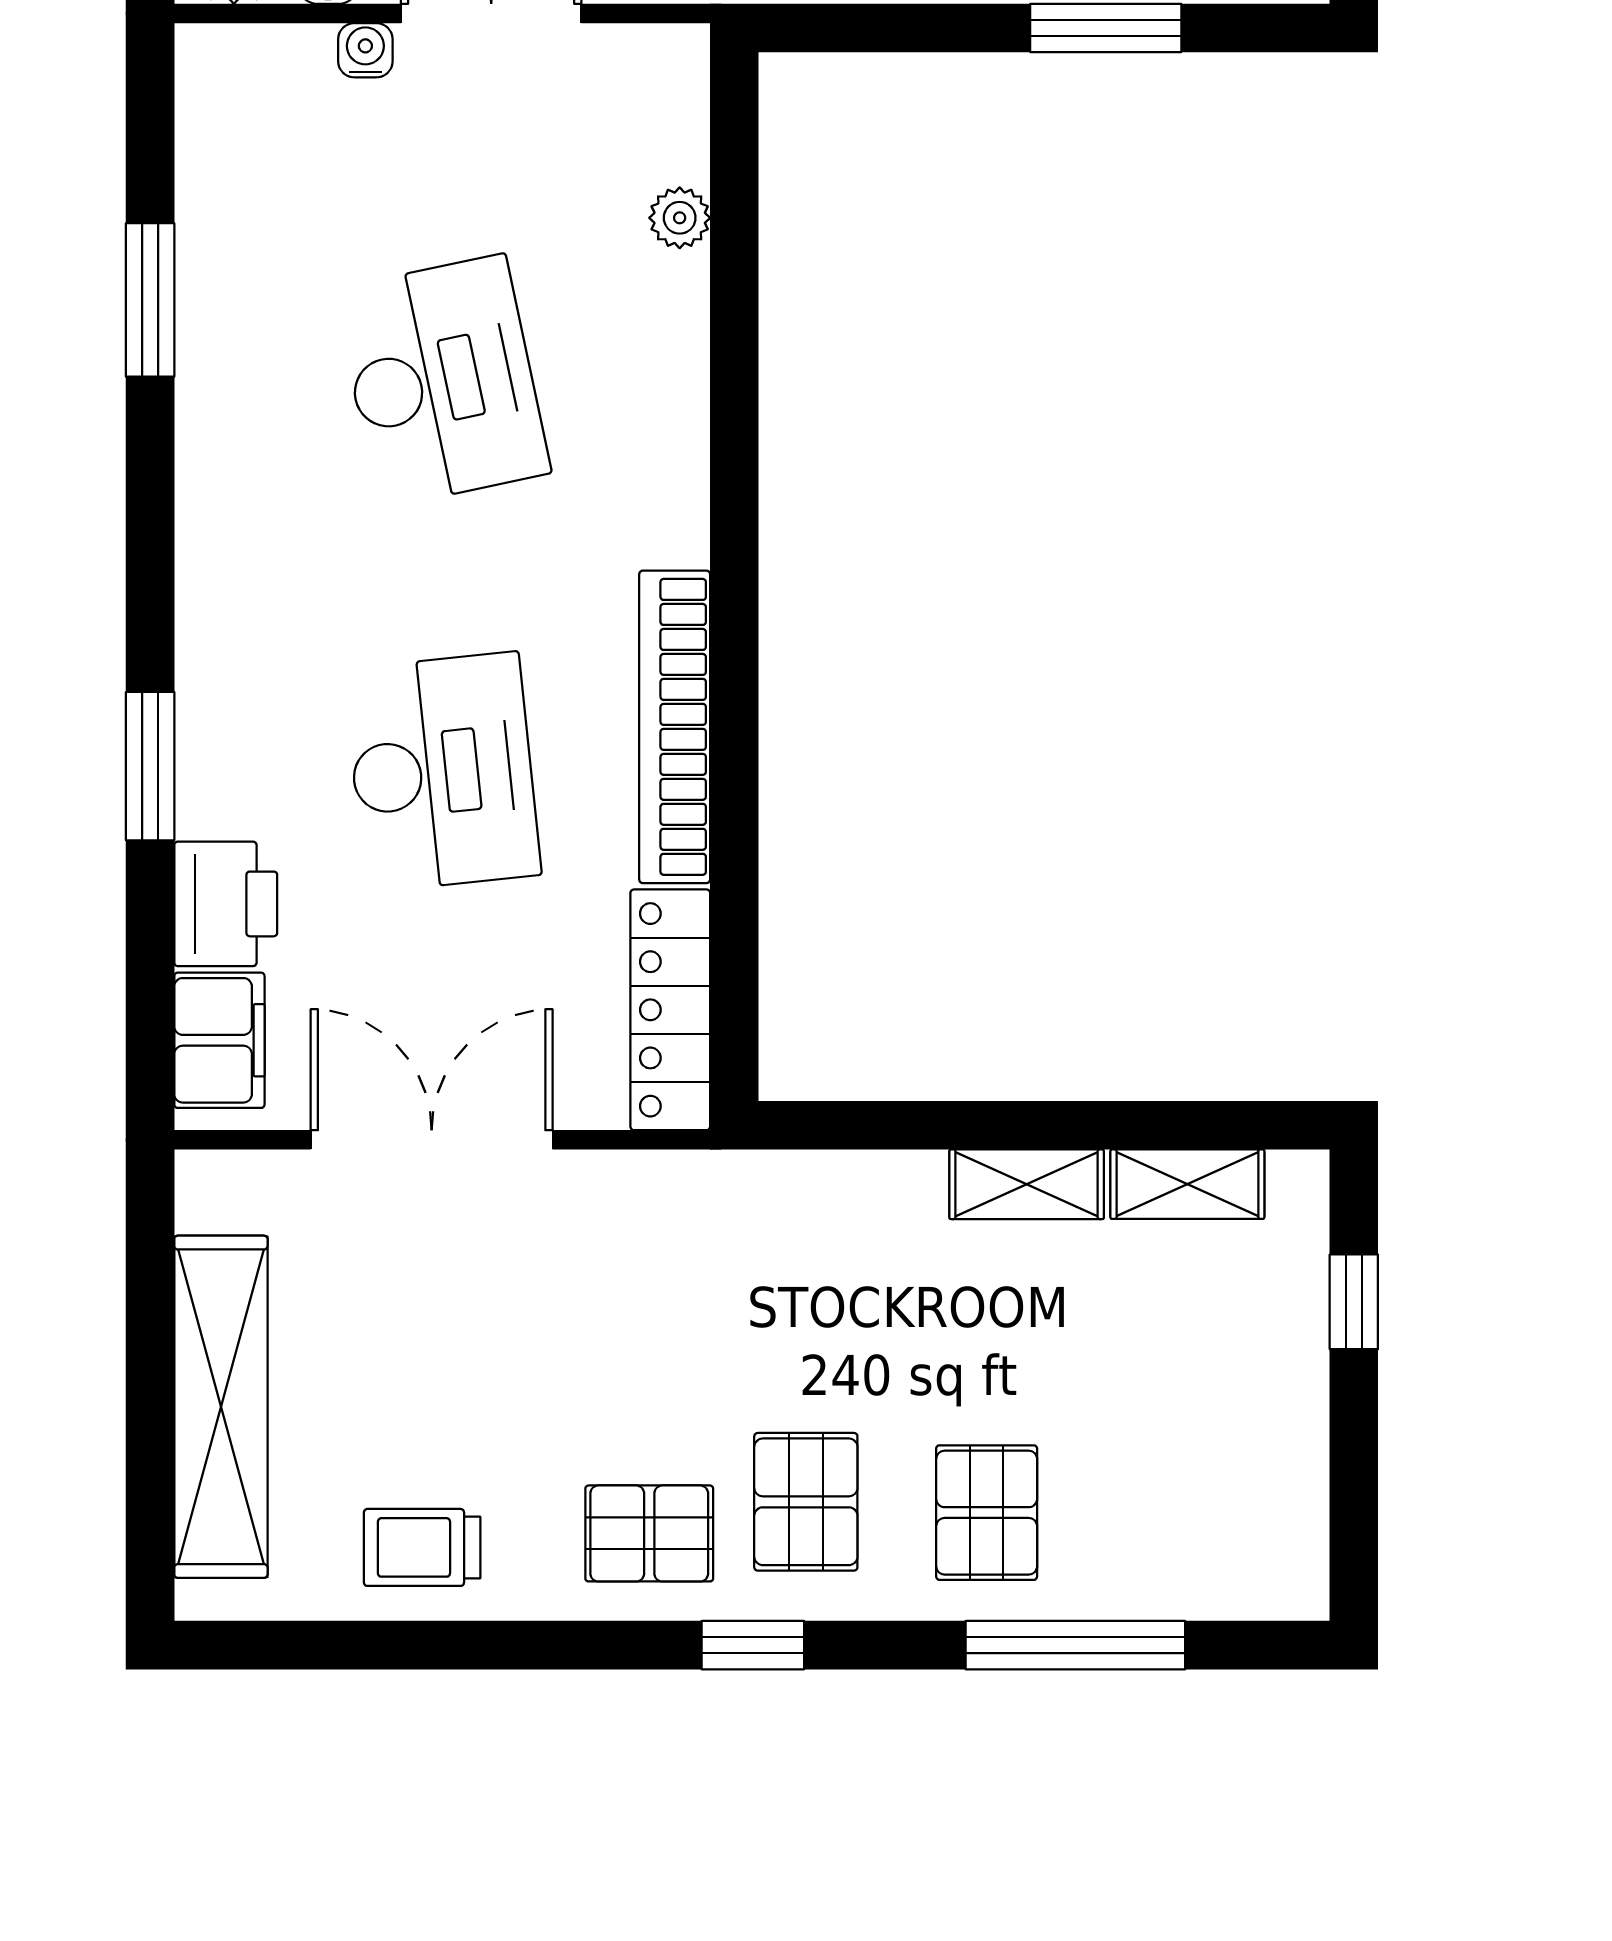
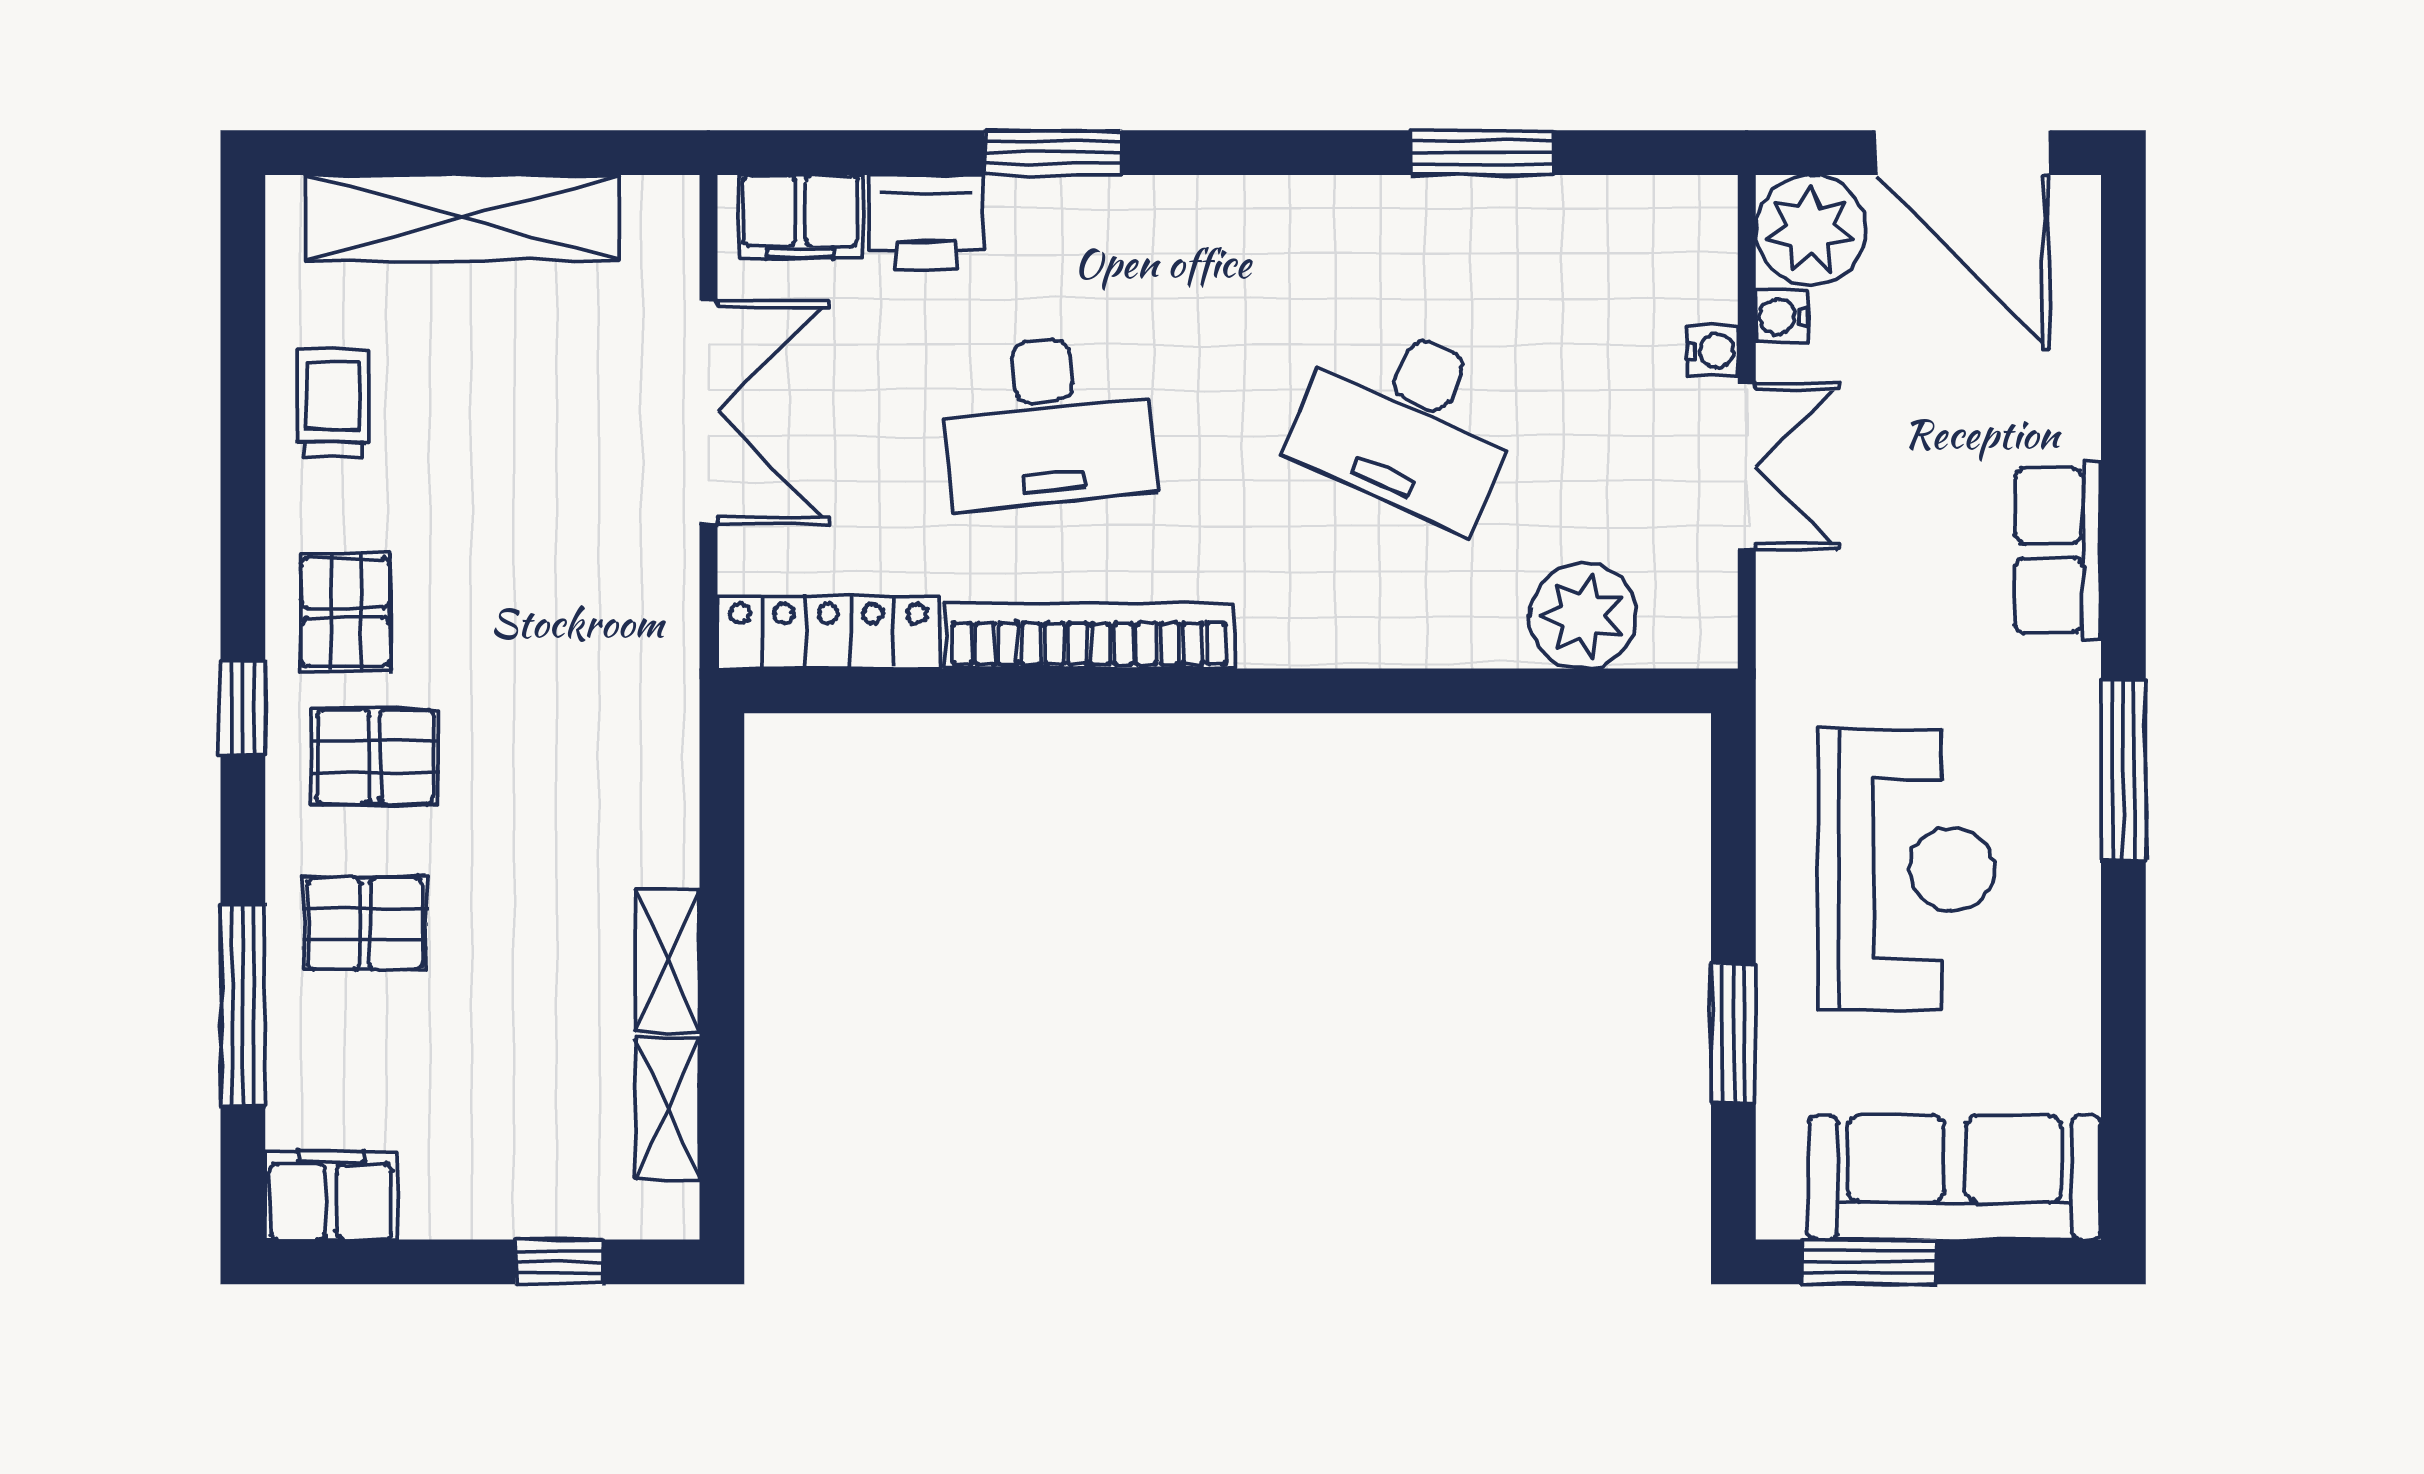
plant: (680, 218) -> (1583, 616), width x1.88, depth x1.88
desk: (442, 381) -> (1408, 422), turned 36
filing cabinet: (1282, 1549) -> (331, 1196), added

